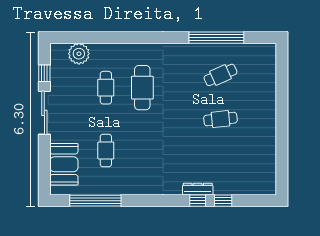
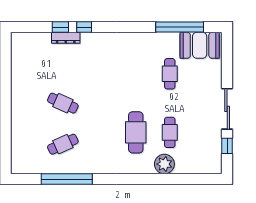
plant: (79, 54) -> (164, 164), moved
cafe table: (220, 119) -> (63, 103), turned 30
booth: (64, 164) -> (200, 45), moved, turned 90
dresser: (198, 189) -> (66, 38), moved

